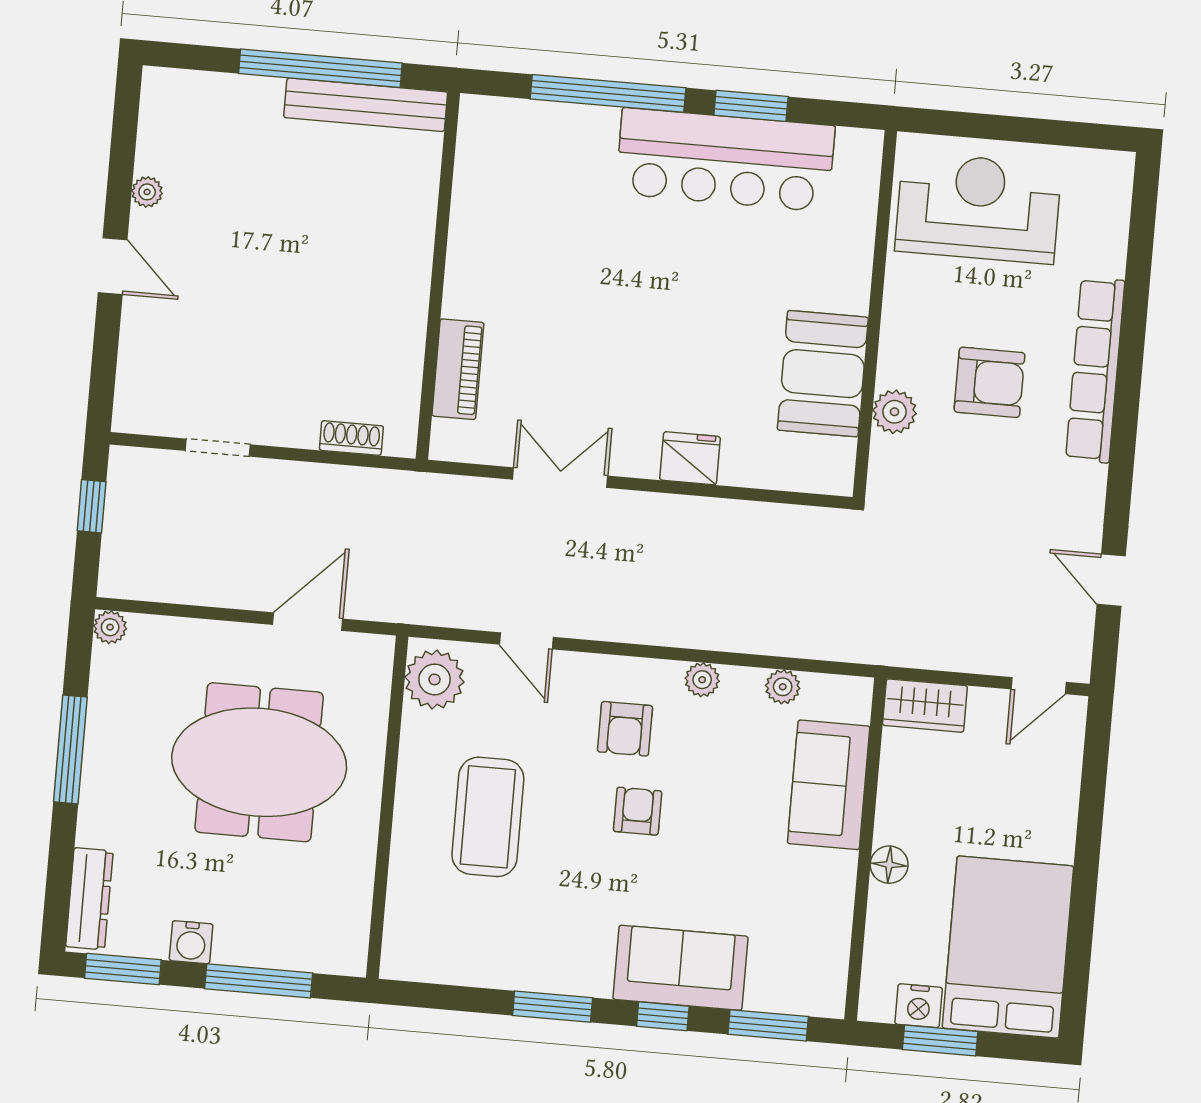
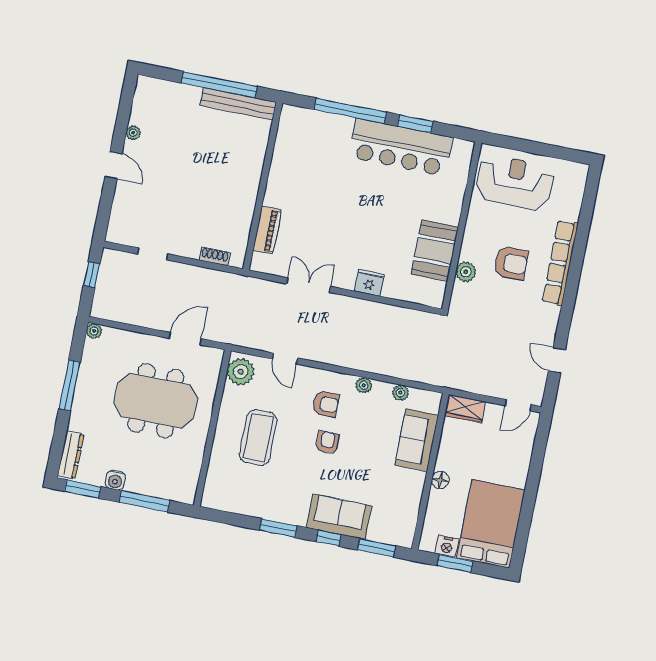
armchair: (625, 729) -> (326, 404), turned -90

